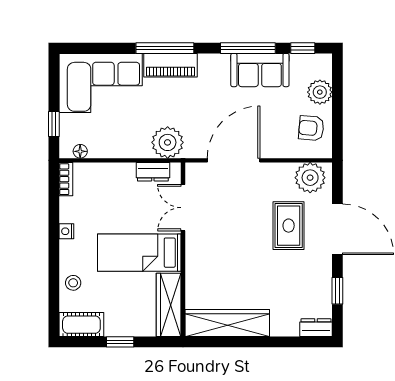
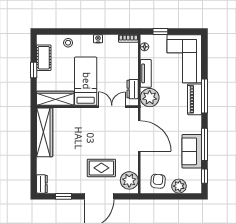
tv unit: (126, 149) -> (146, 73), added
cot: (81, 325) -> (44, 58), moved

